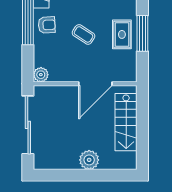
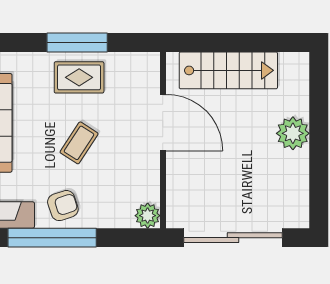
armchair: (47, 25) -> (63, 206), turned 75

